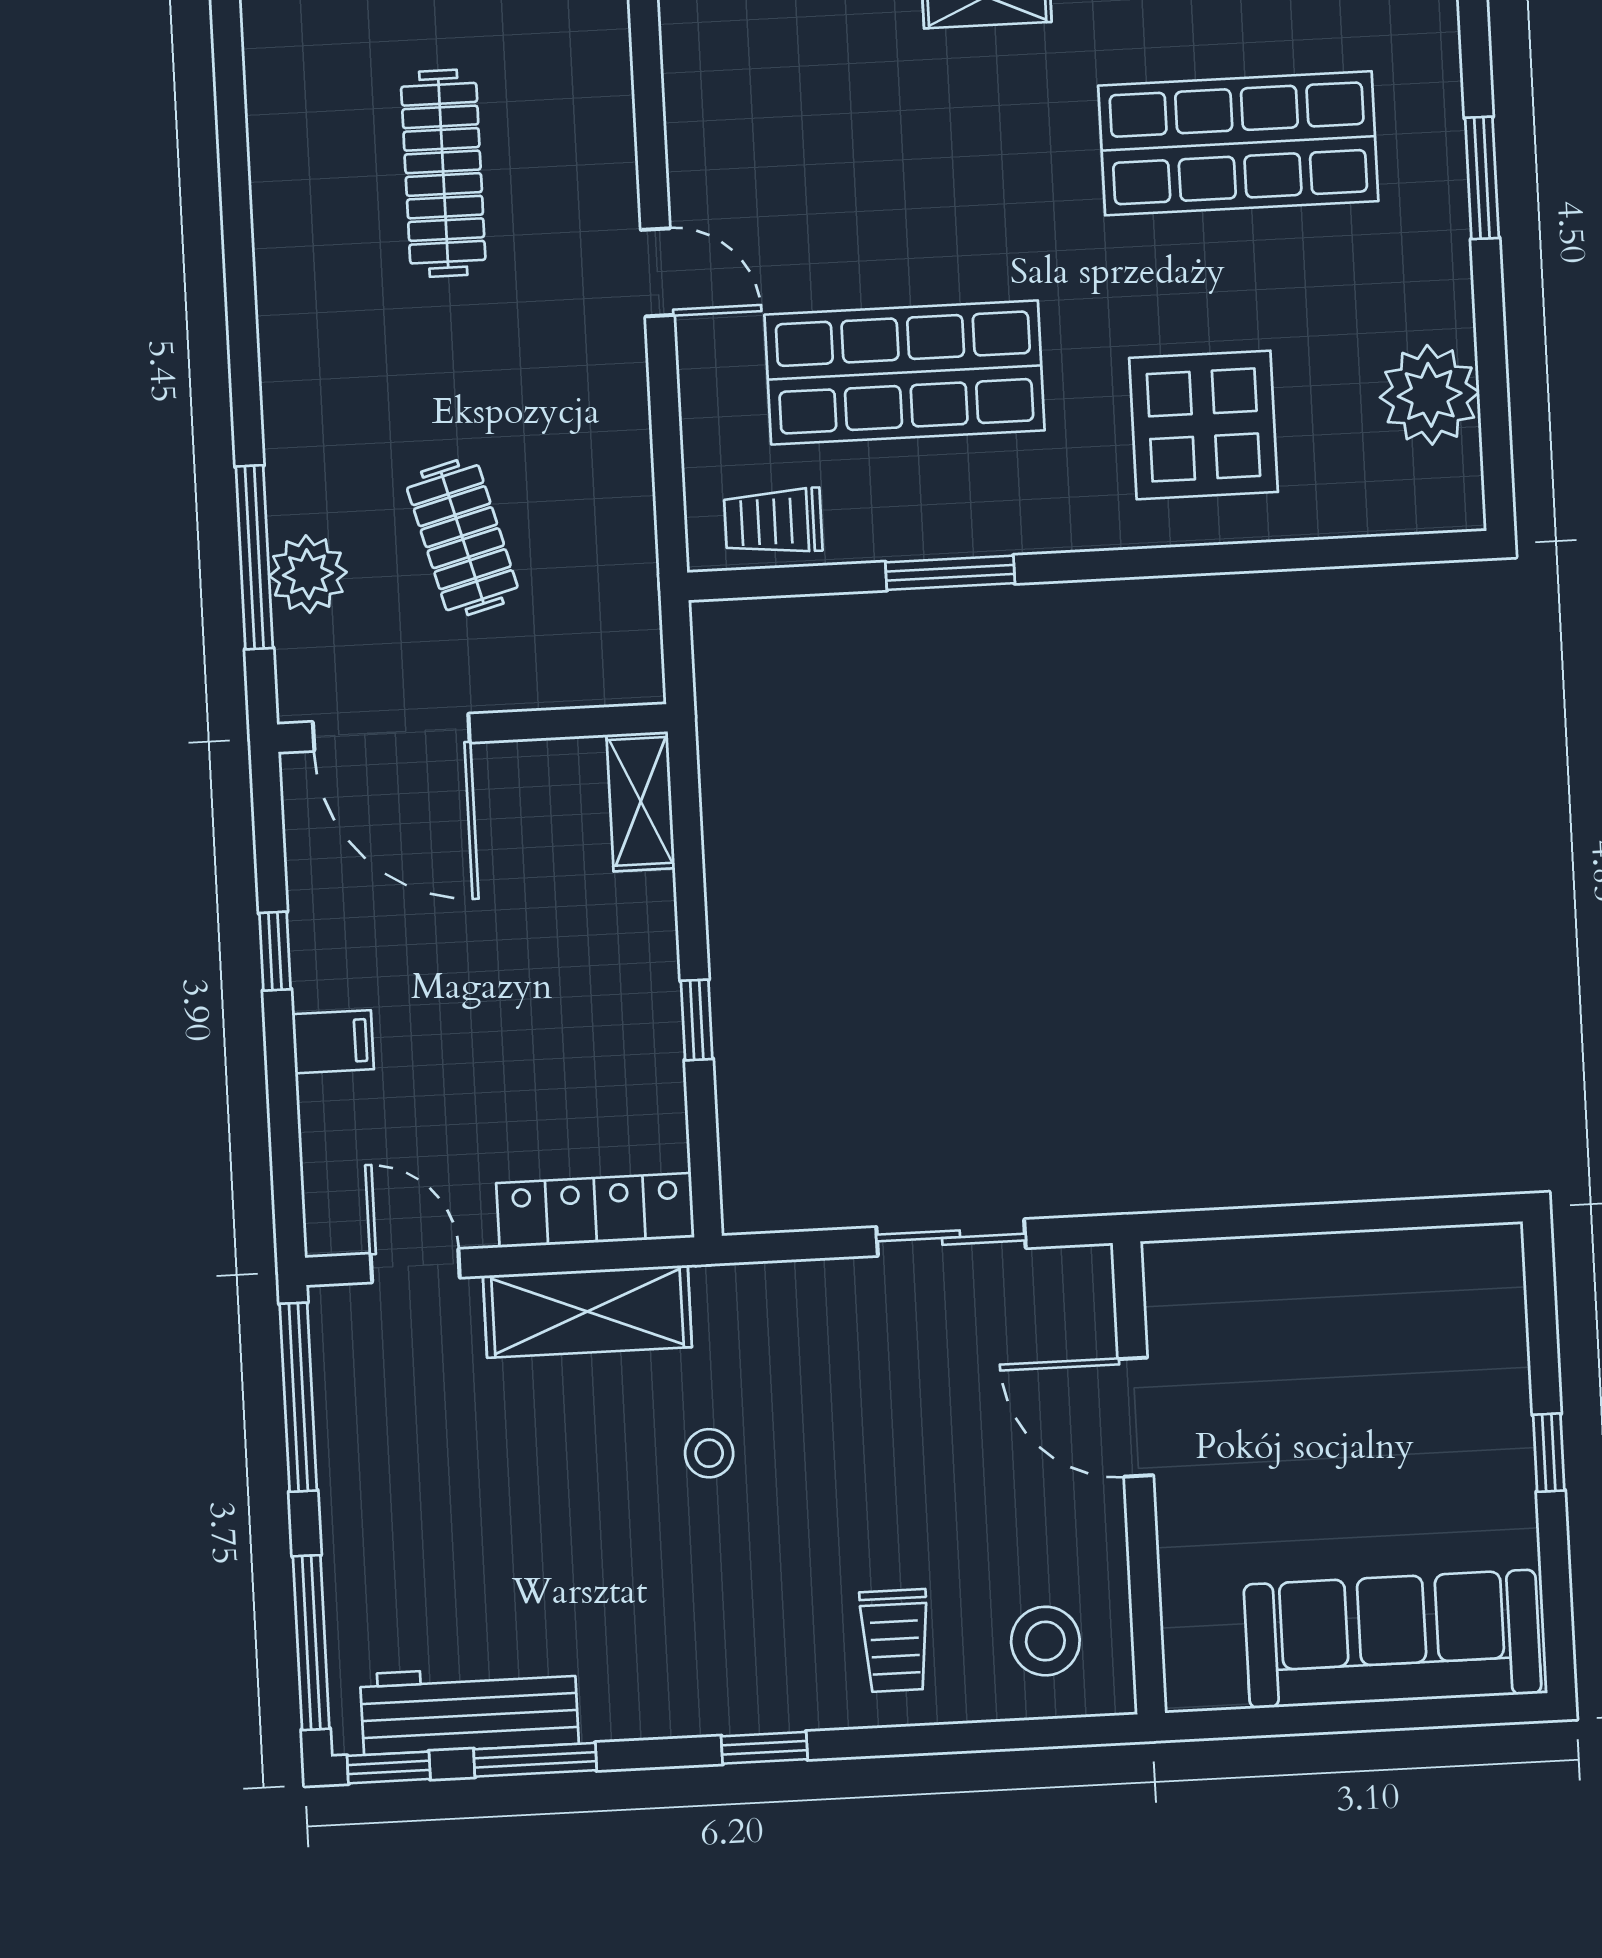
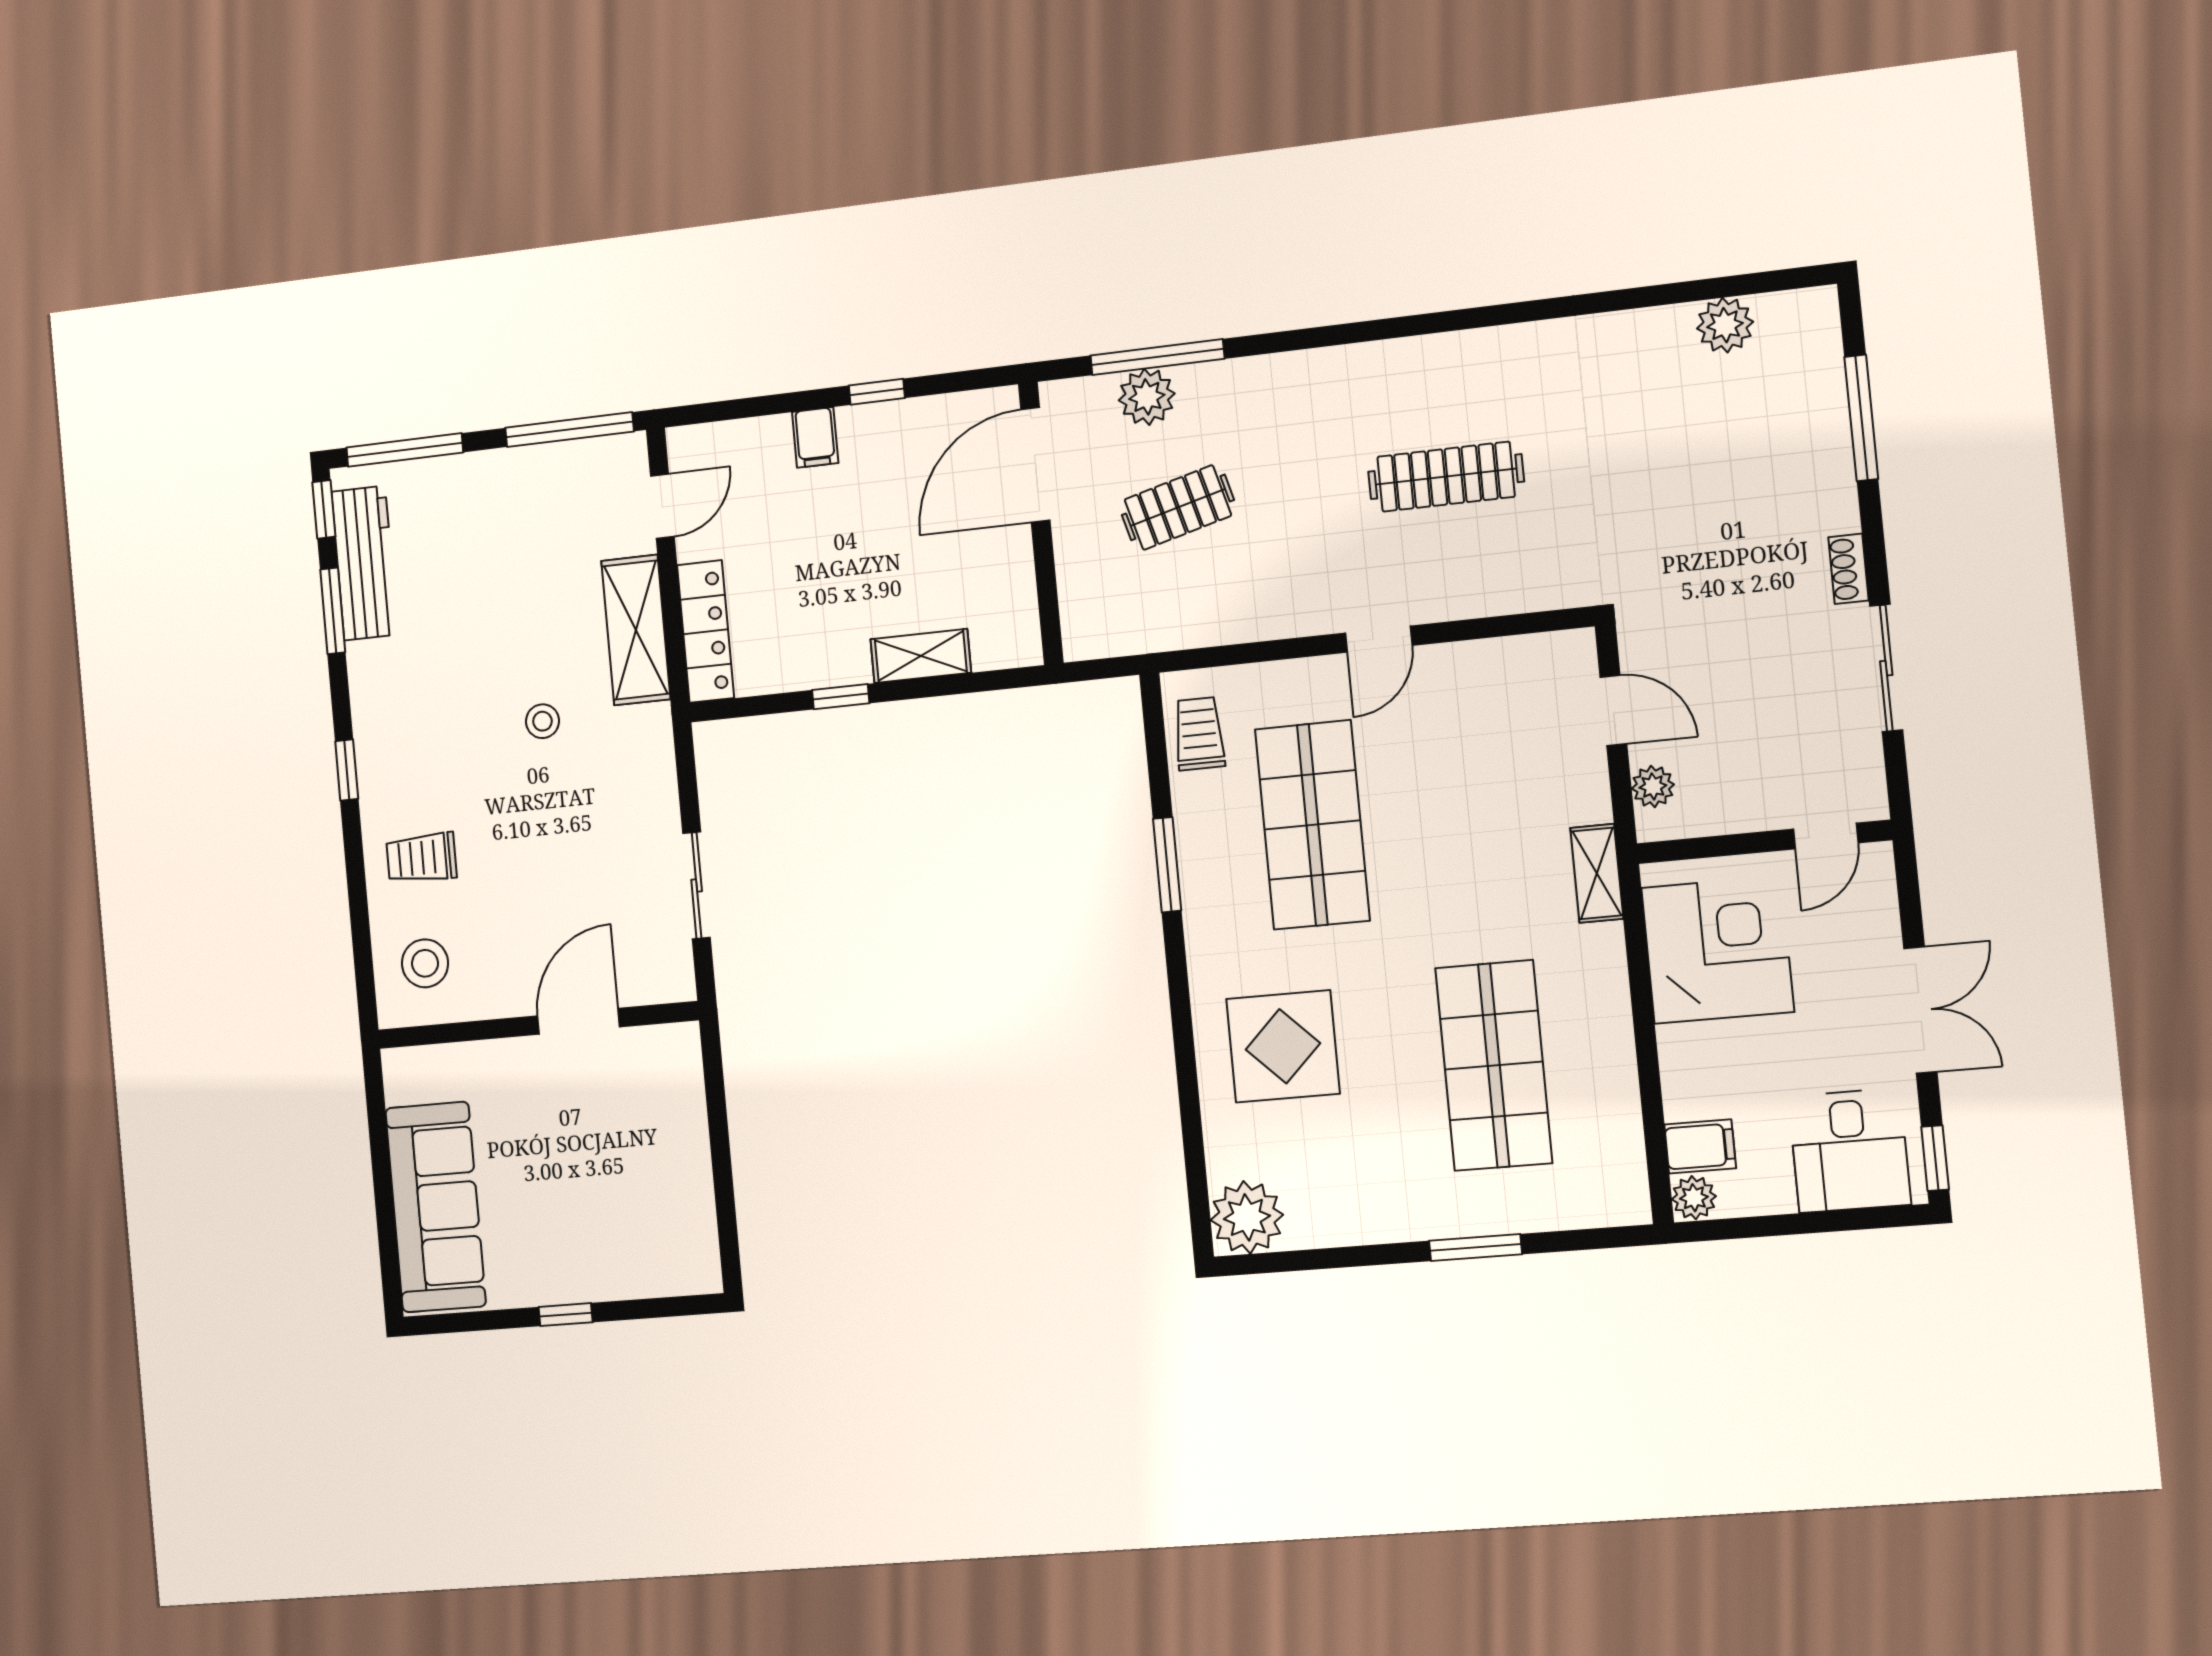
plant: (1430, 395) -> (1247, 1217), moved
shelving: (641, 801) -> (921, 656), moved

